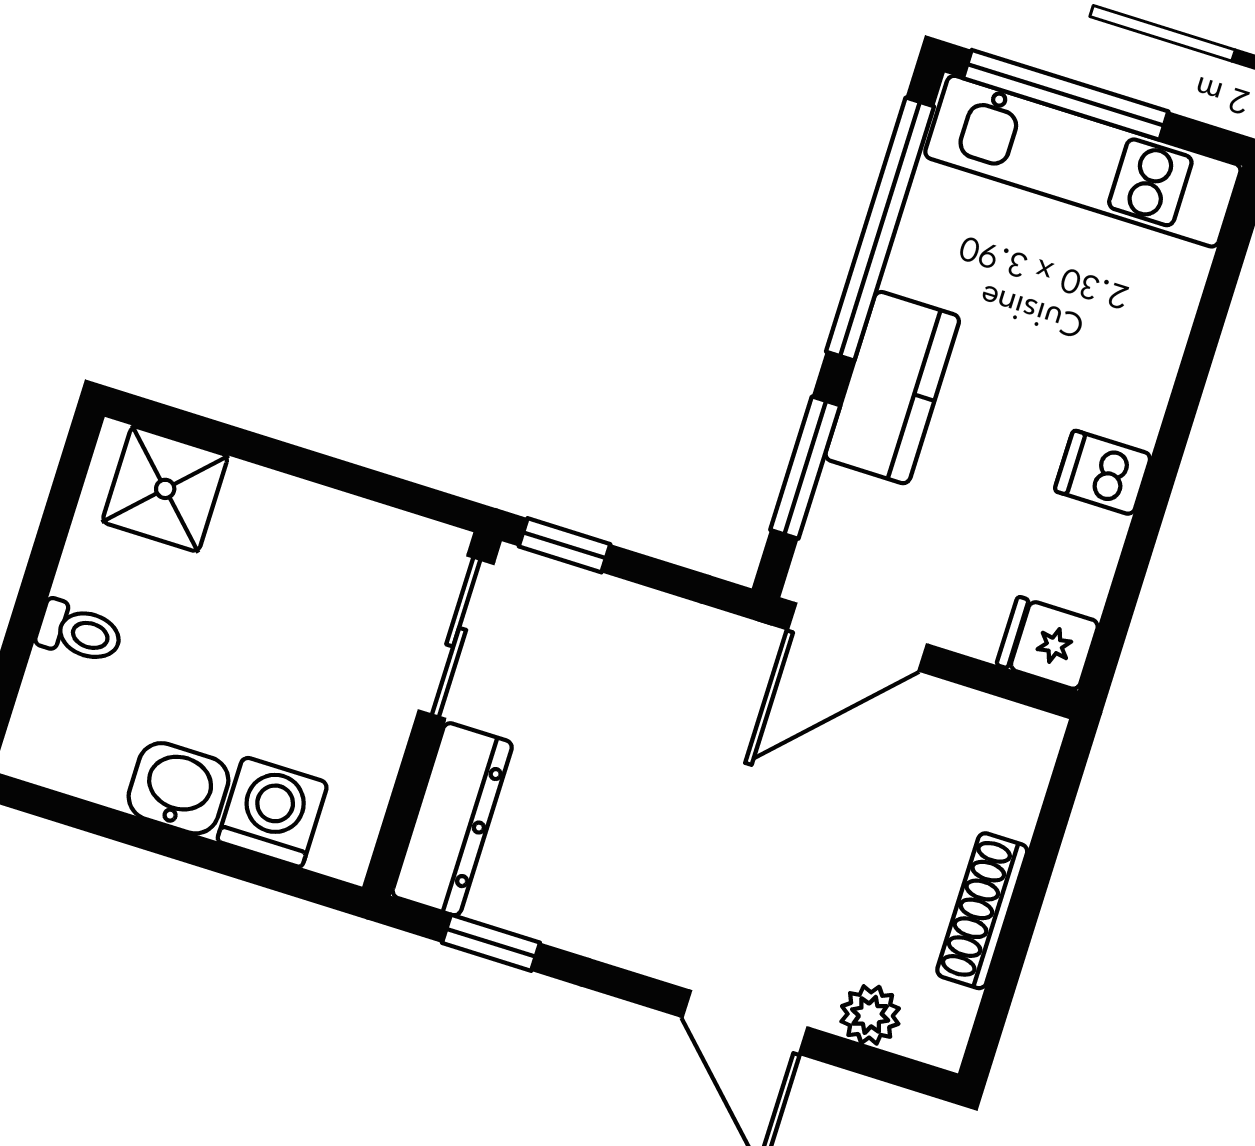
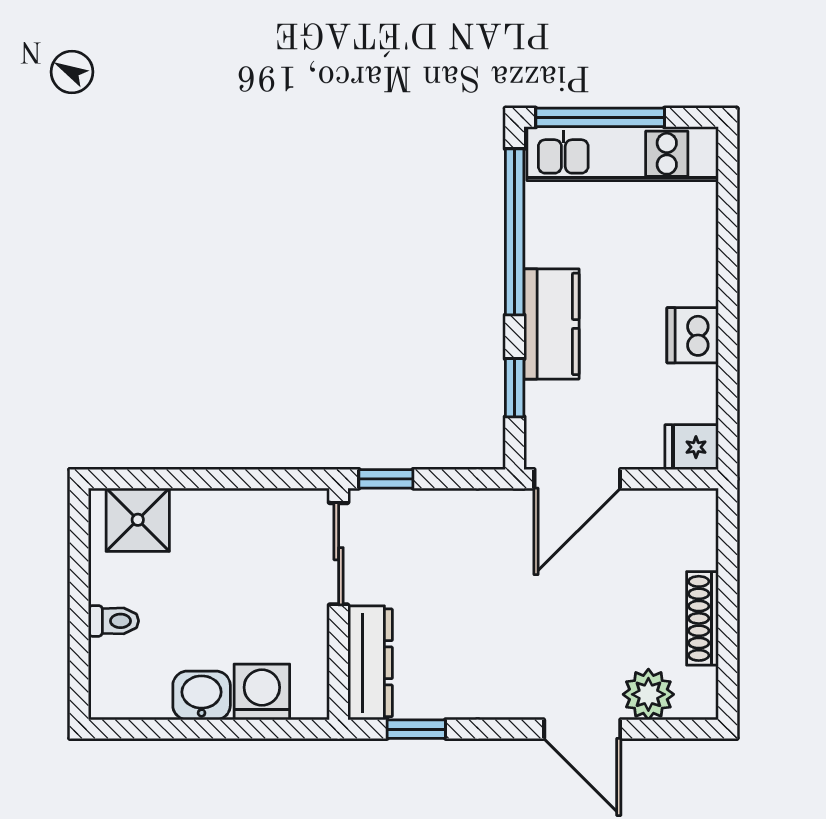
window: (805, 468) -> (515, 388), width x0.67
dishwasher: (1103, 473) -> (693, 335), width x1.38
plant: (870, 1015) -> (648, 694), width x1.38, depth x1.38

